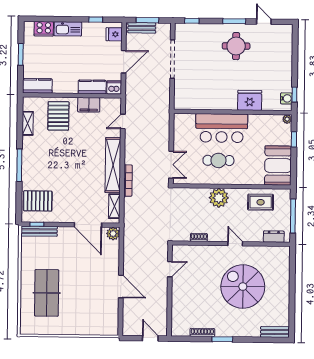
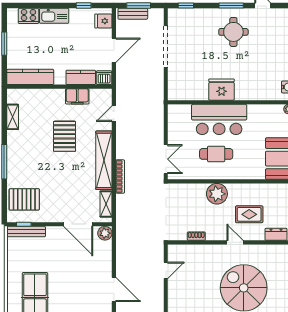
kitchen counter: (37, 86) -> (30, 77), width x1.50
fridge: (250, 100) -> (222, 90), moved
pallet: (58, 116) -> (65, 136), moved
rug: (261, 202) -> (249, 214), moved

